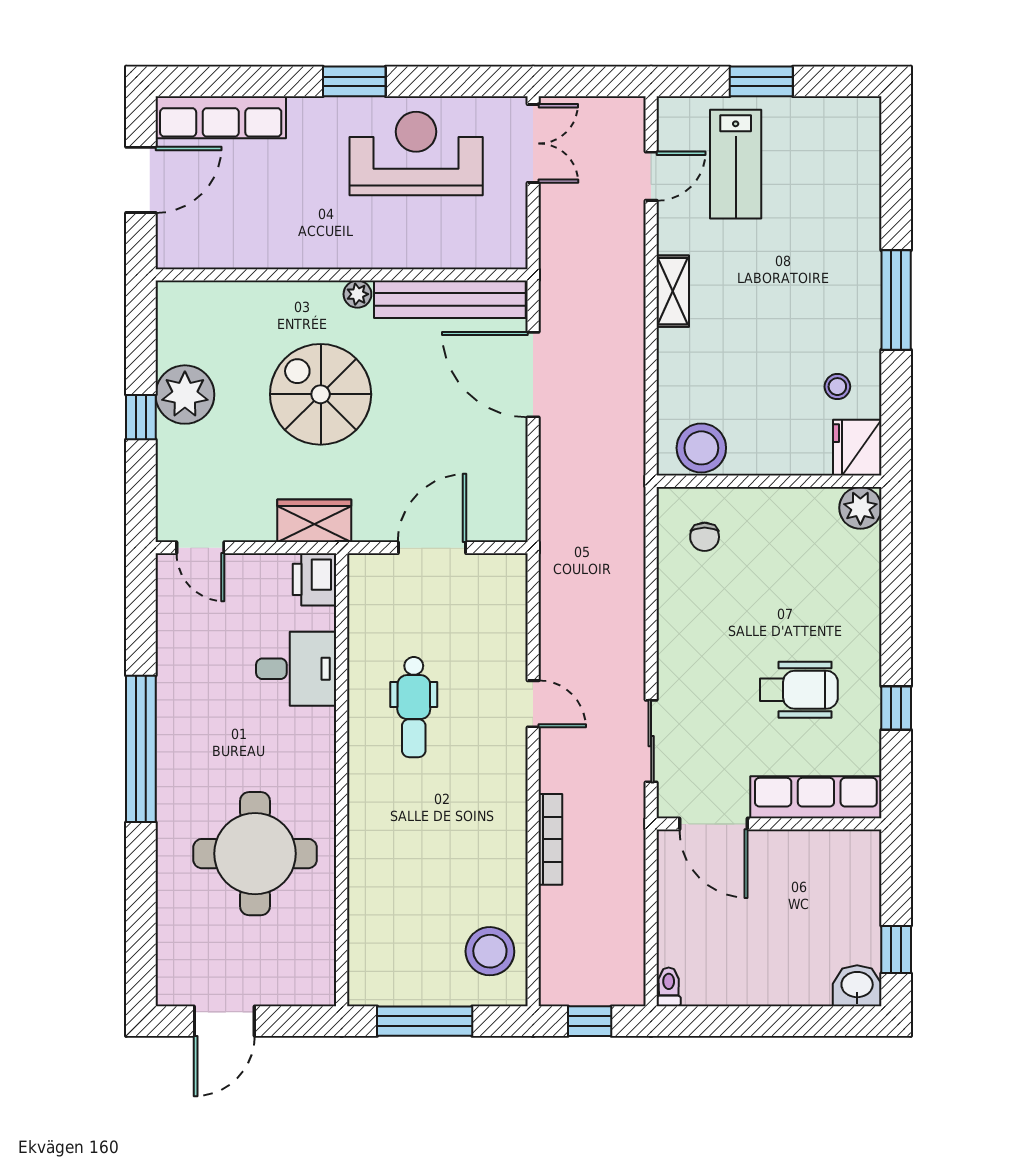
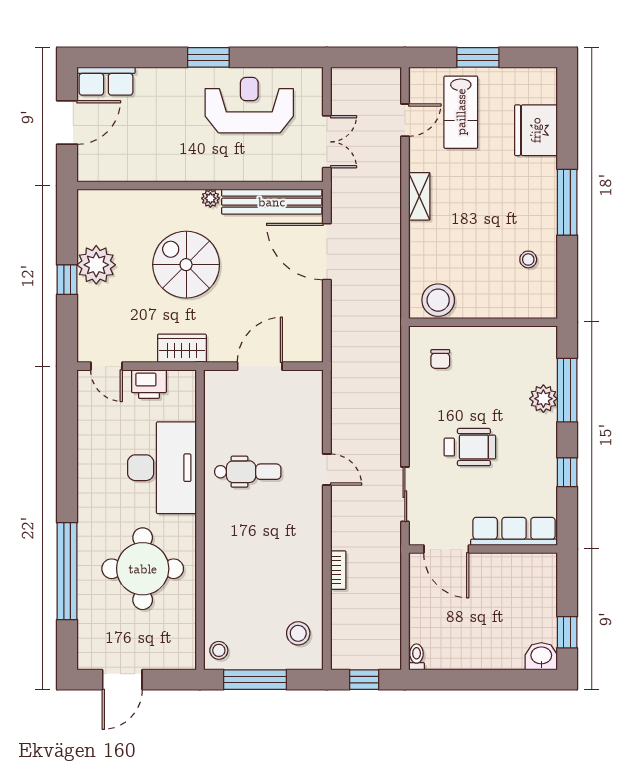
row of seats: (221, 117) -> (106, 81), width x0.68
double door: (533, 143) -> (327, 142), moved
fridge: (857, 448) -> (536, 130), moved, width x1.36, depth x1.34
plant: (860, 508) -> (543, 399), moved
printer: (314, 579) -> (149, 384), moved, turned -90
window: (896, 584) -> (567, 390), added
desk: (296, 669) -> (162, 468), width x1.87, depth x1.30
wheelchair: (799, 690) -> (470, 447), moved
dental chair: (414, 707) -> (248, 472), turned -90
window: (141, 749) -> (67, 571), moved
bookcase: (550, 839) -> (338, 570), width x0.64
stool: (490, 951) -> (298, 633), width x0.73, depth x0.73
stool: (370, 977) -> (219, 650), added

